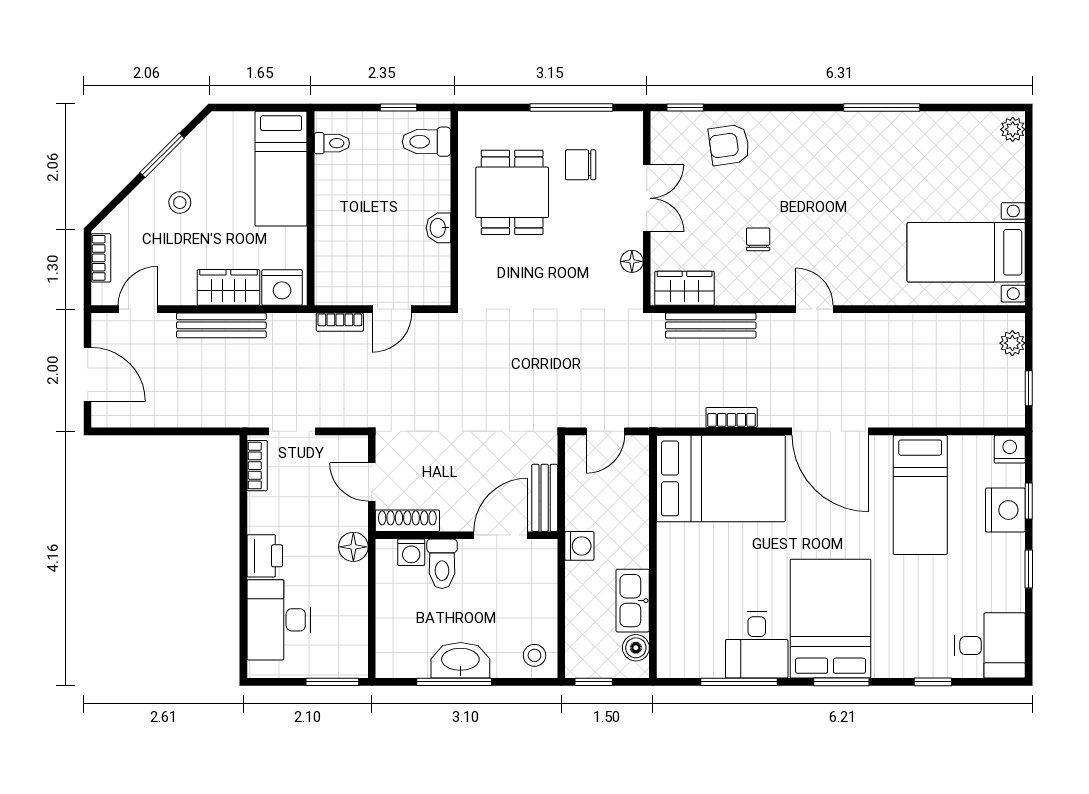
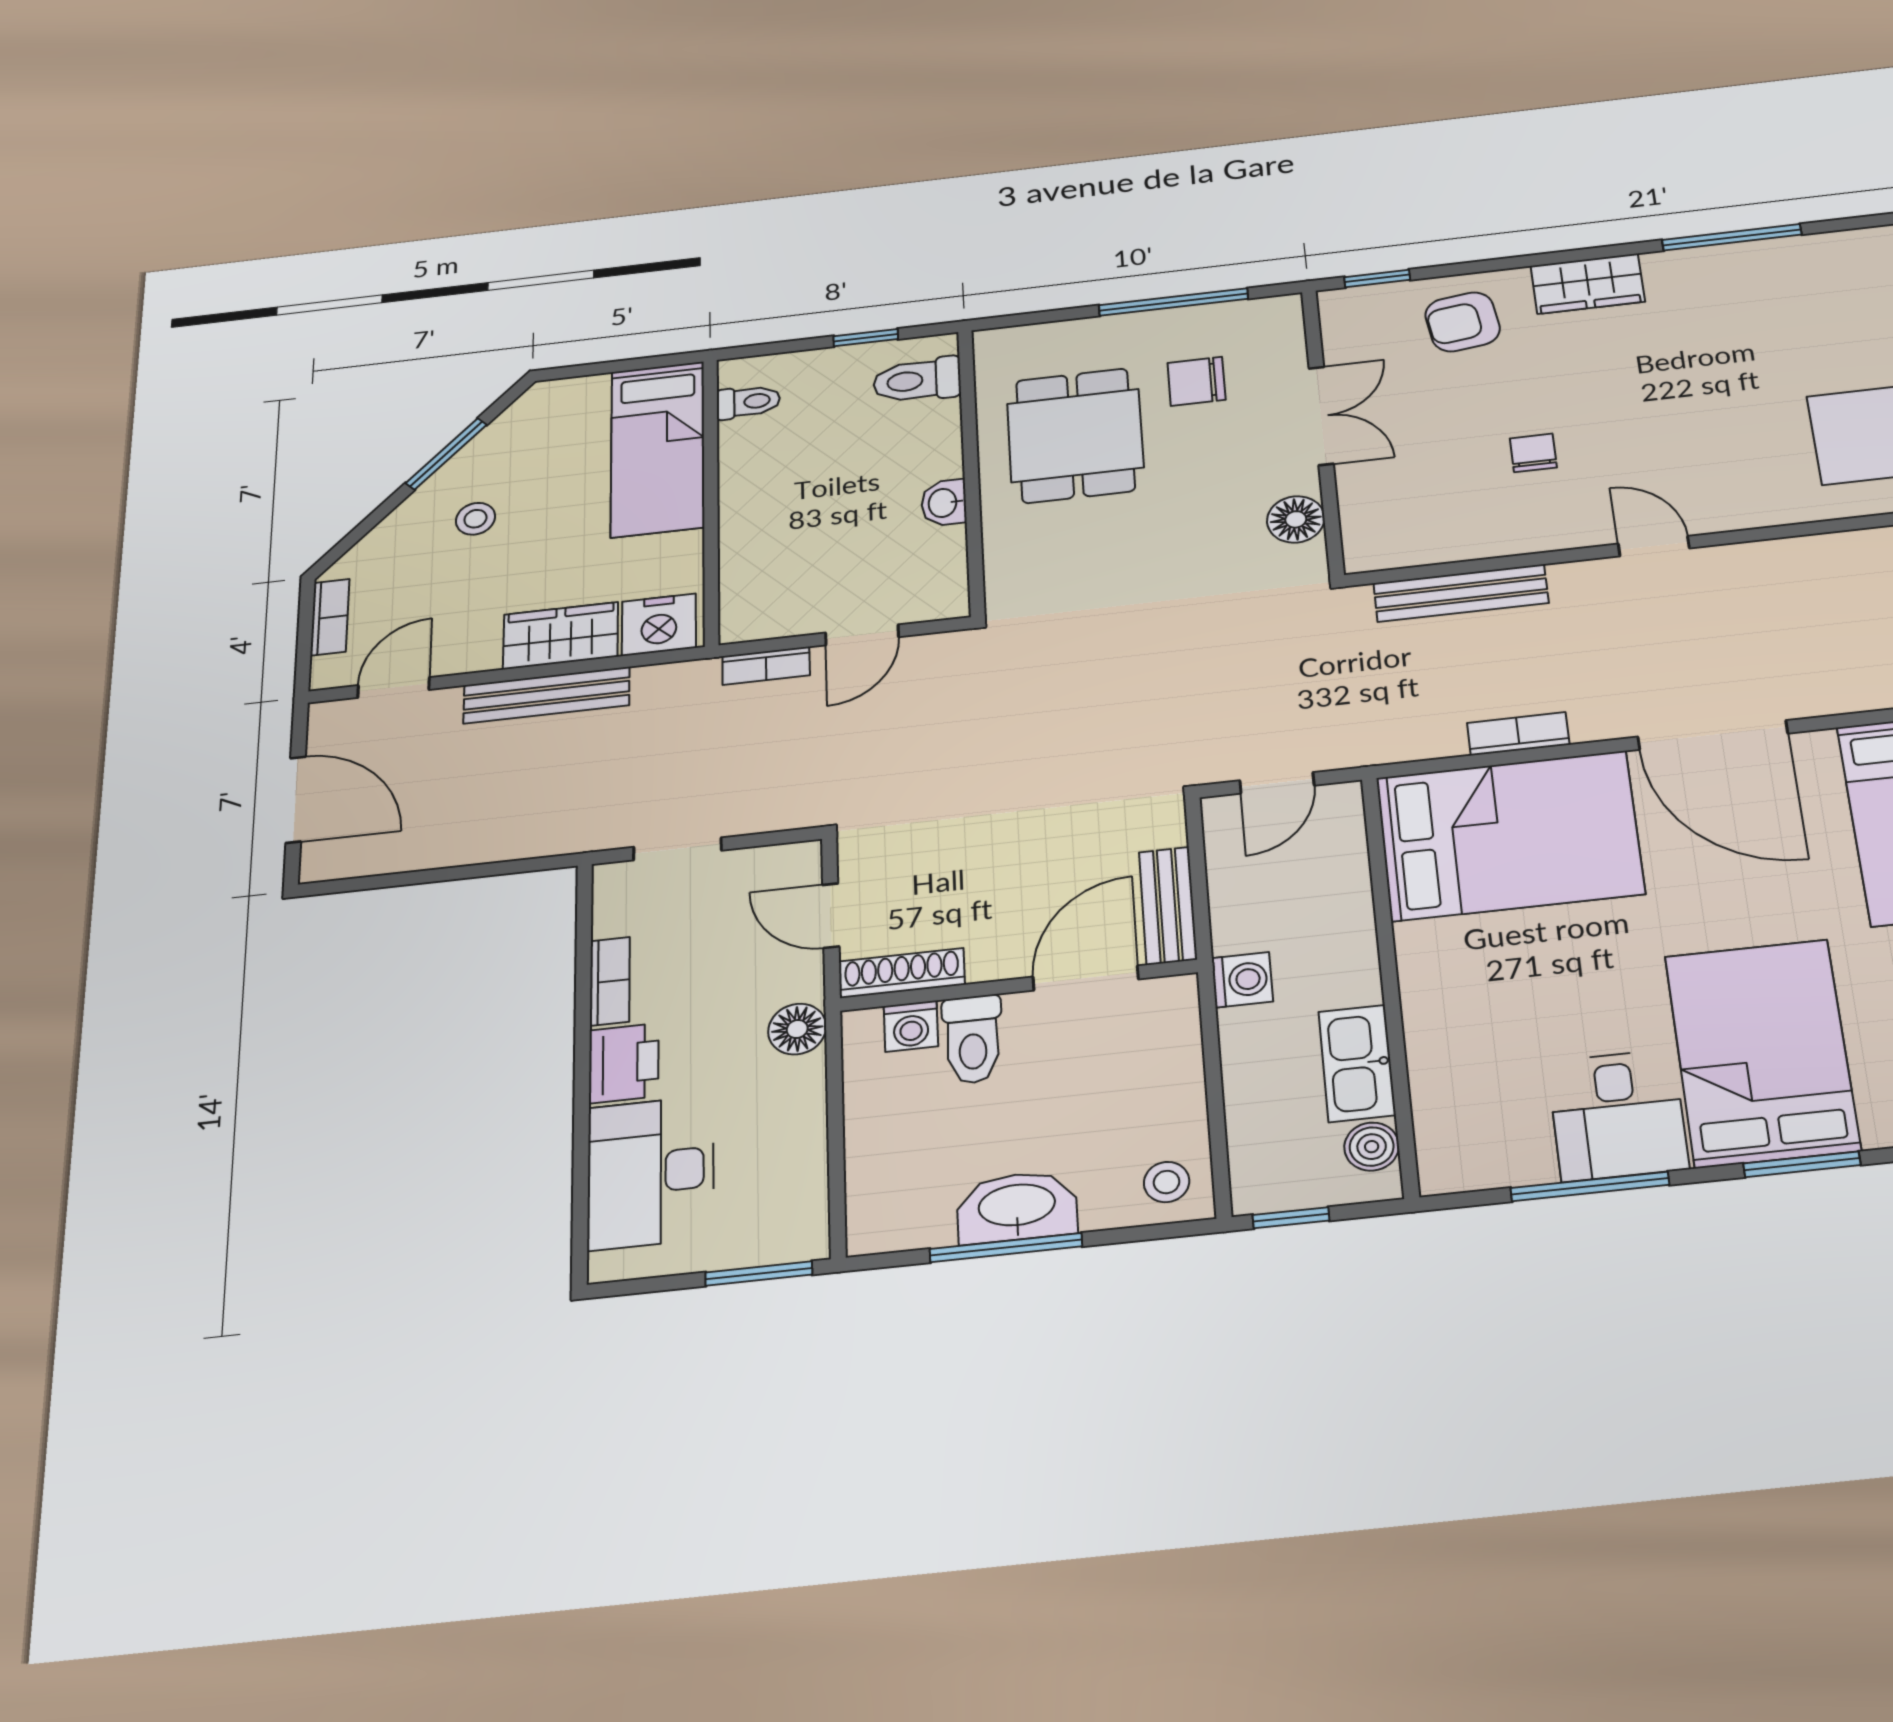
floor lamp: (632, 261) -> (1296, 519), width x1.37, depth x1.37
wardrobe: (685, 288) -> (1588, 284), moved, turned 180
bookcase: (257, 466) -> (610, 981), moved

